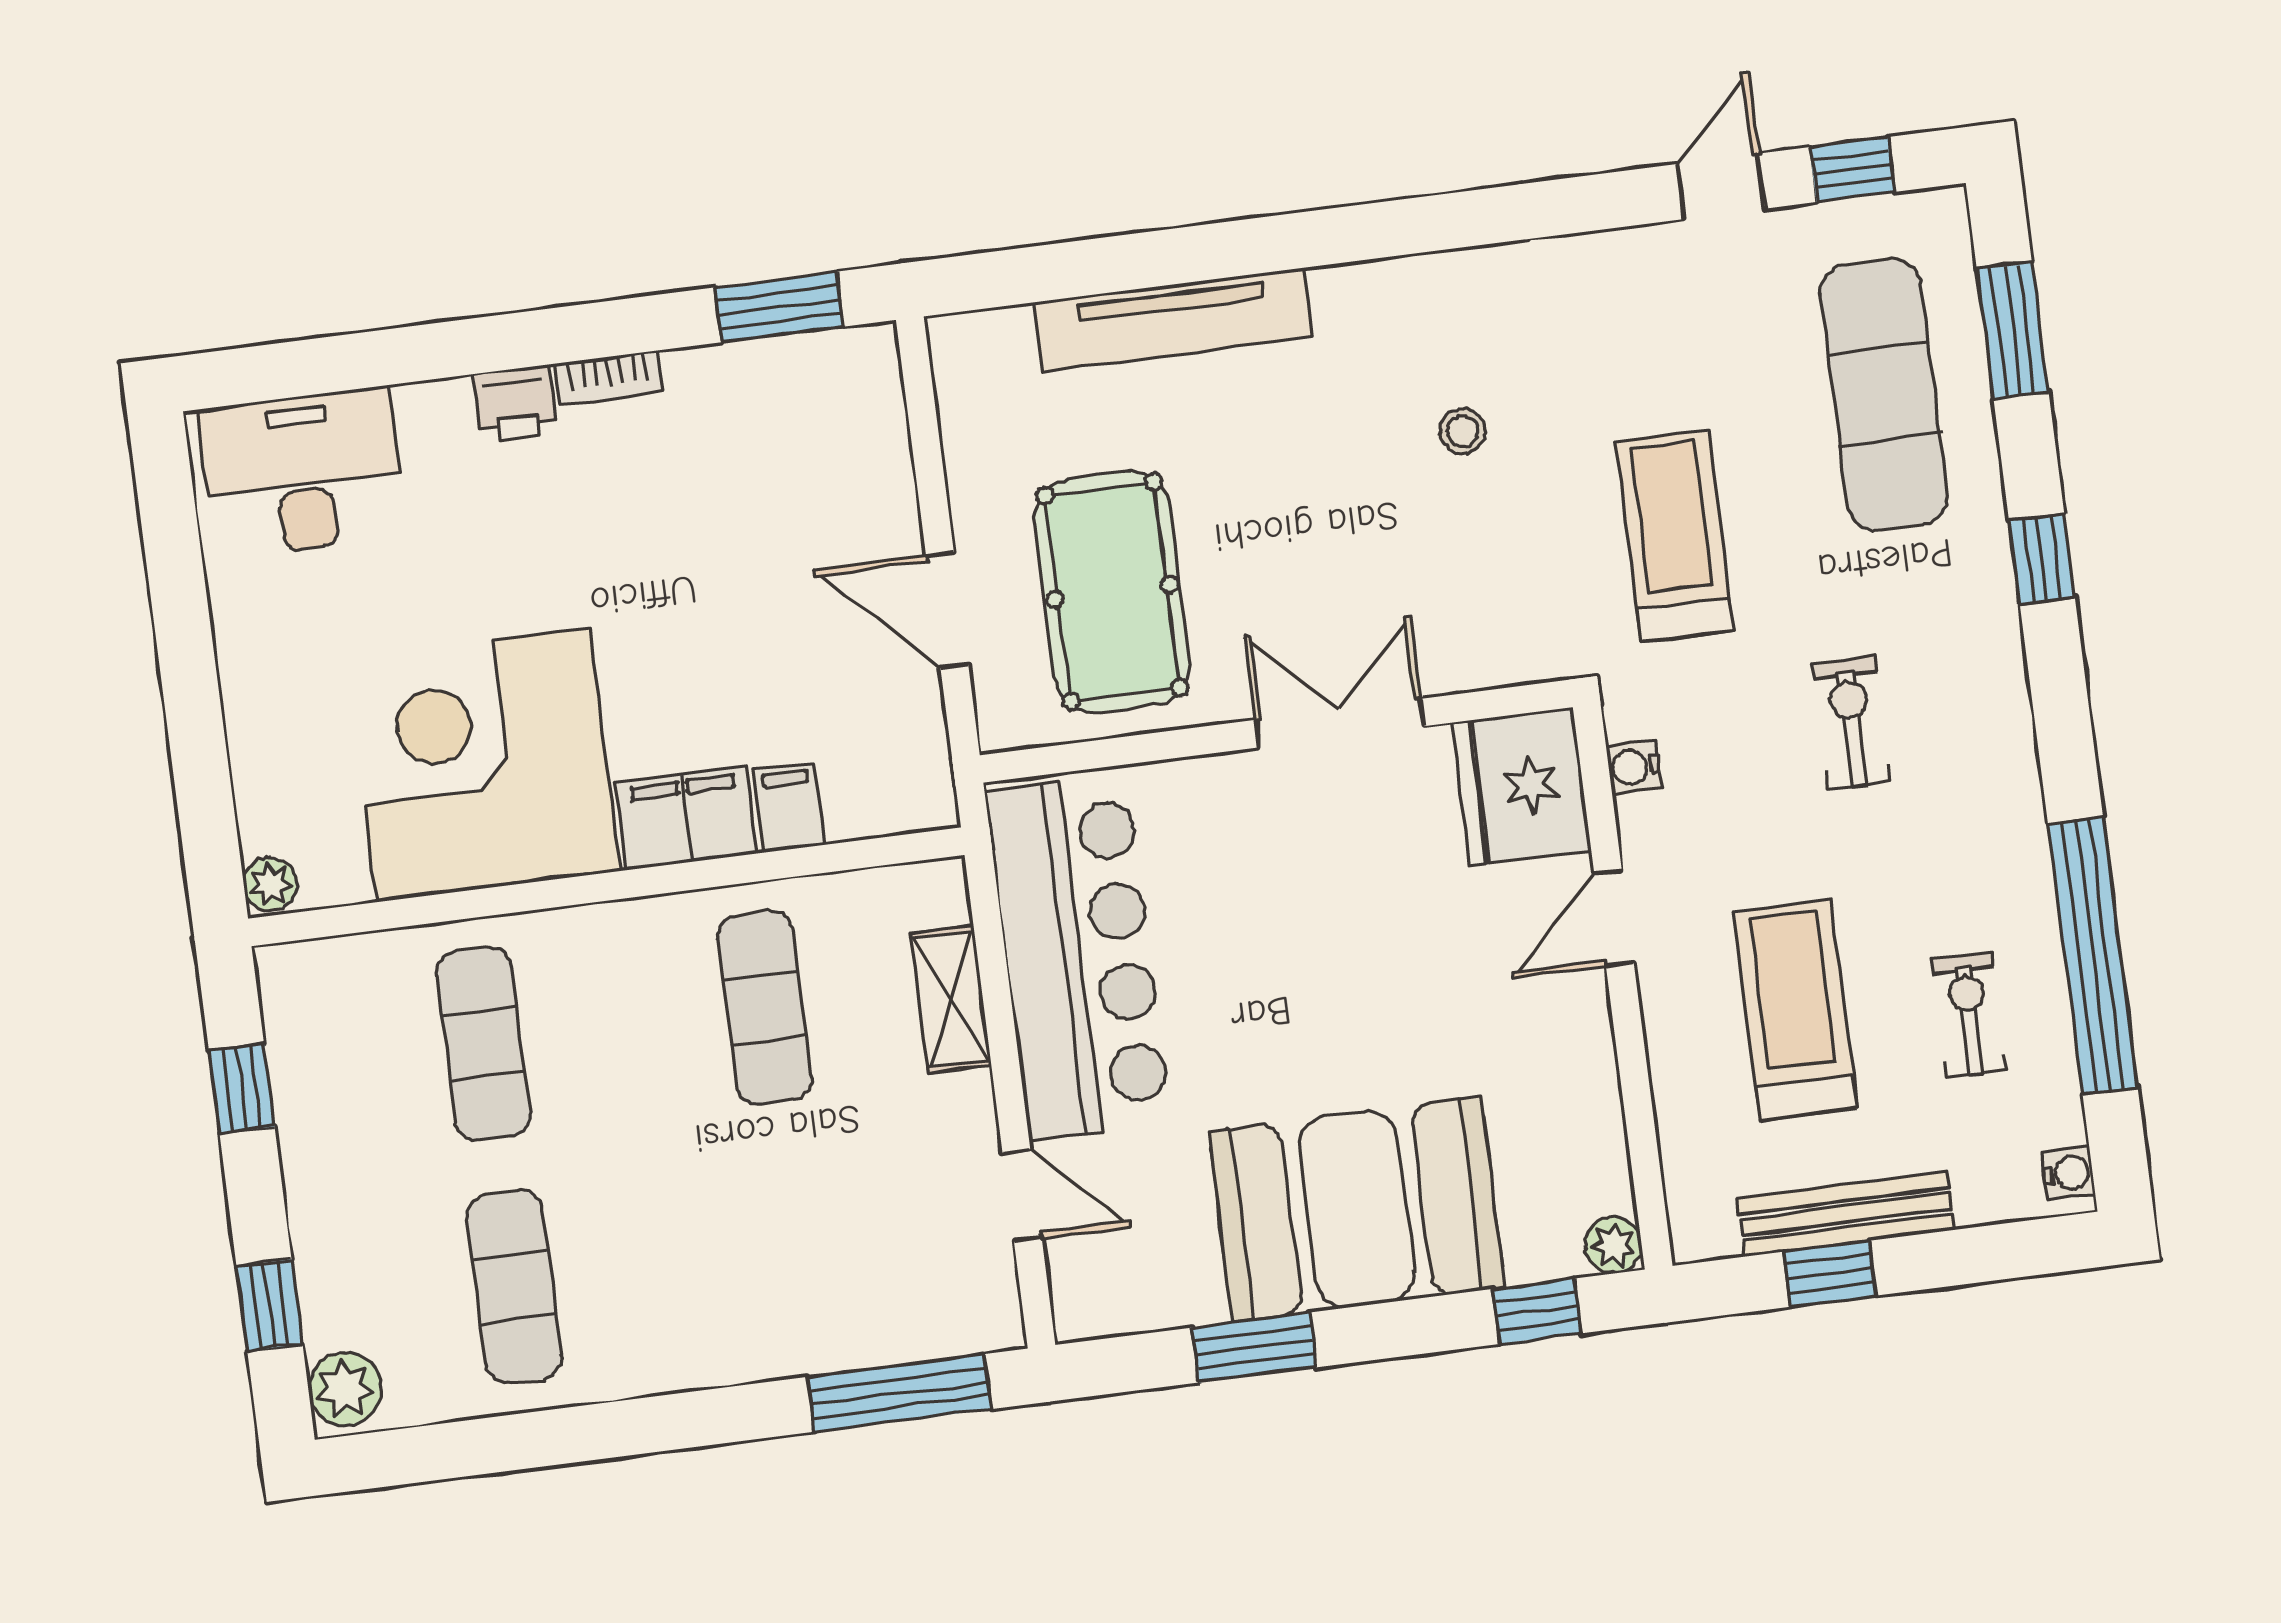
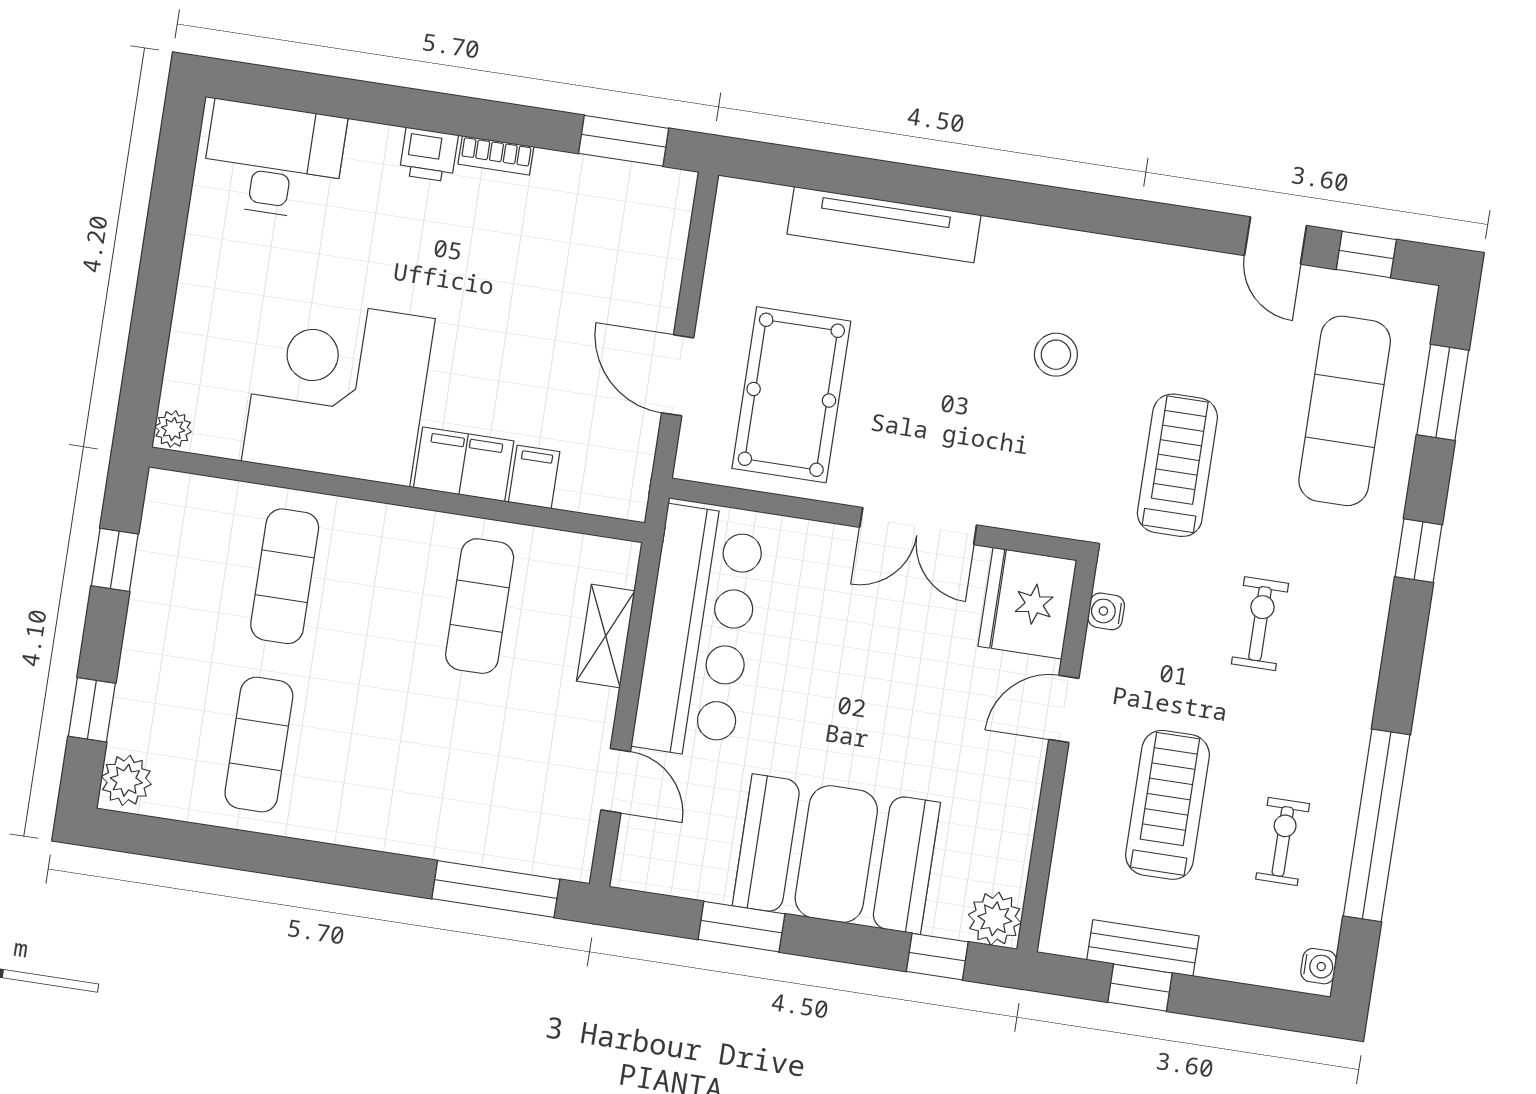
door: (1721, 186) -> (1276, 241), swing flipped
stool: (1462, 431) -> (1056, 355), width x1.37, depth x1.37
double door: (1340, 723) -> (918, 526), swing flipped
bench: (1846, 1214) -> (1143, 948), width x0.73
plant: (1613, 1245) -> (995, 919), width x1.38, depth x1.38

